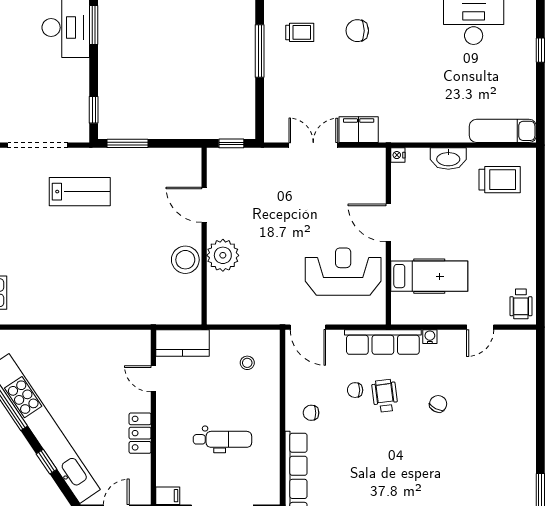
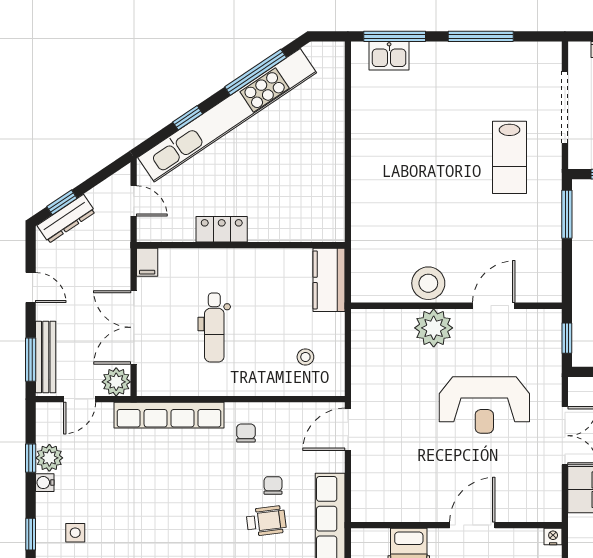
reception desk: (343, 272) -> (484, 405), moved, turned 90
door: (153, 379) -> (286, 245), removed

